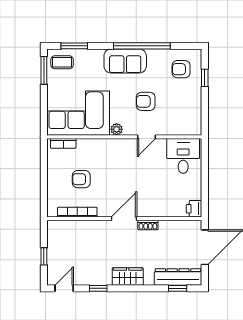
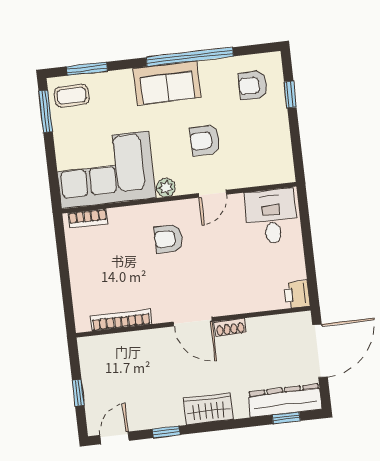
armchair: (81, 179) -> (169, 239), moved
door: (124, 219) -> (193, 322), swing flipped

